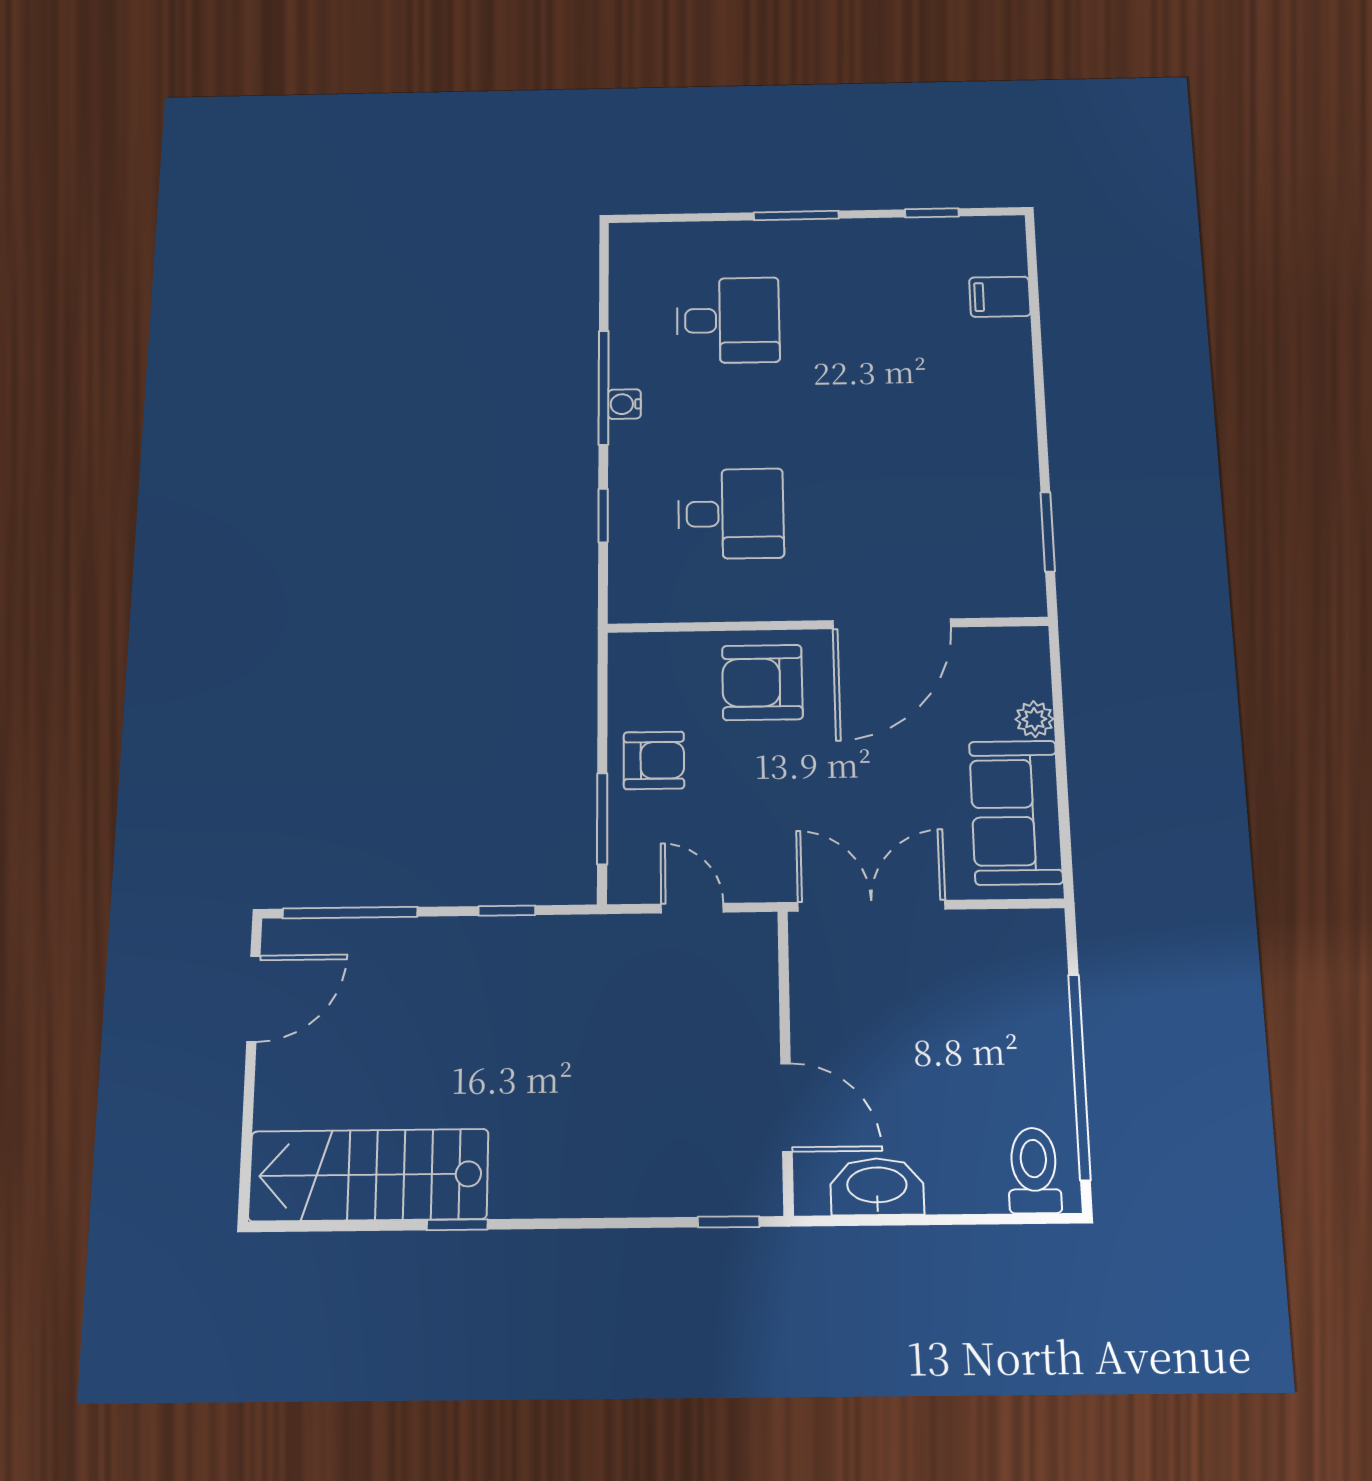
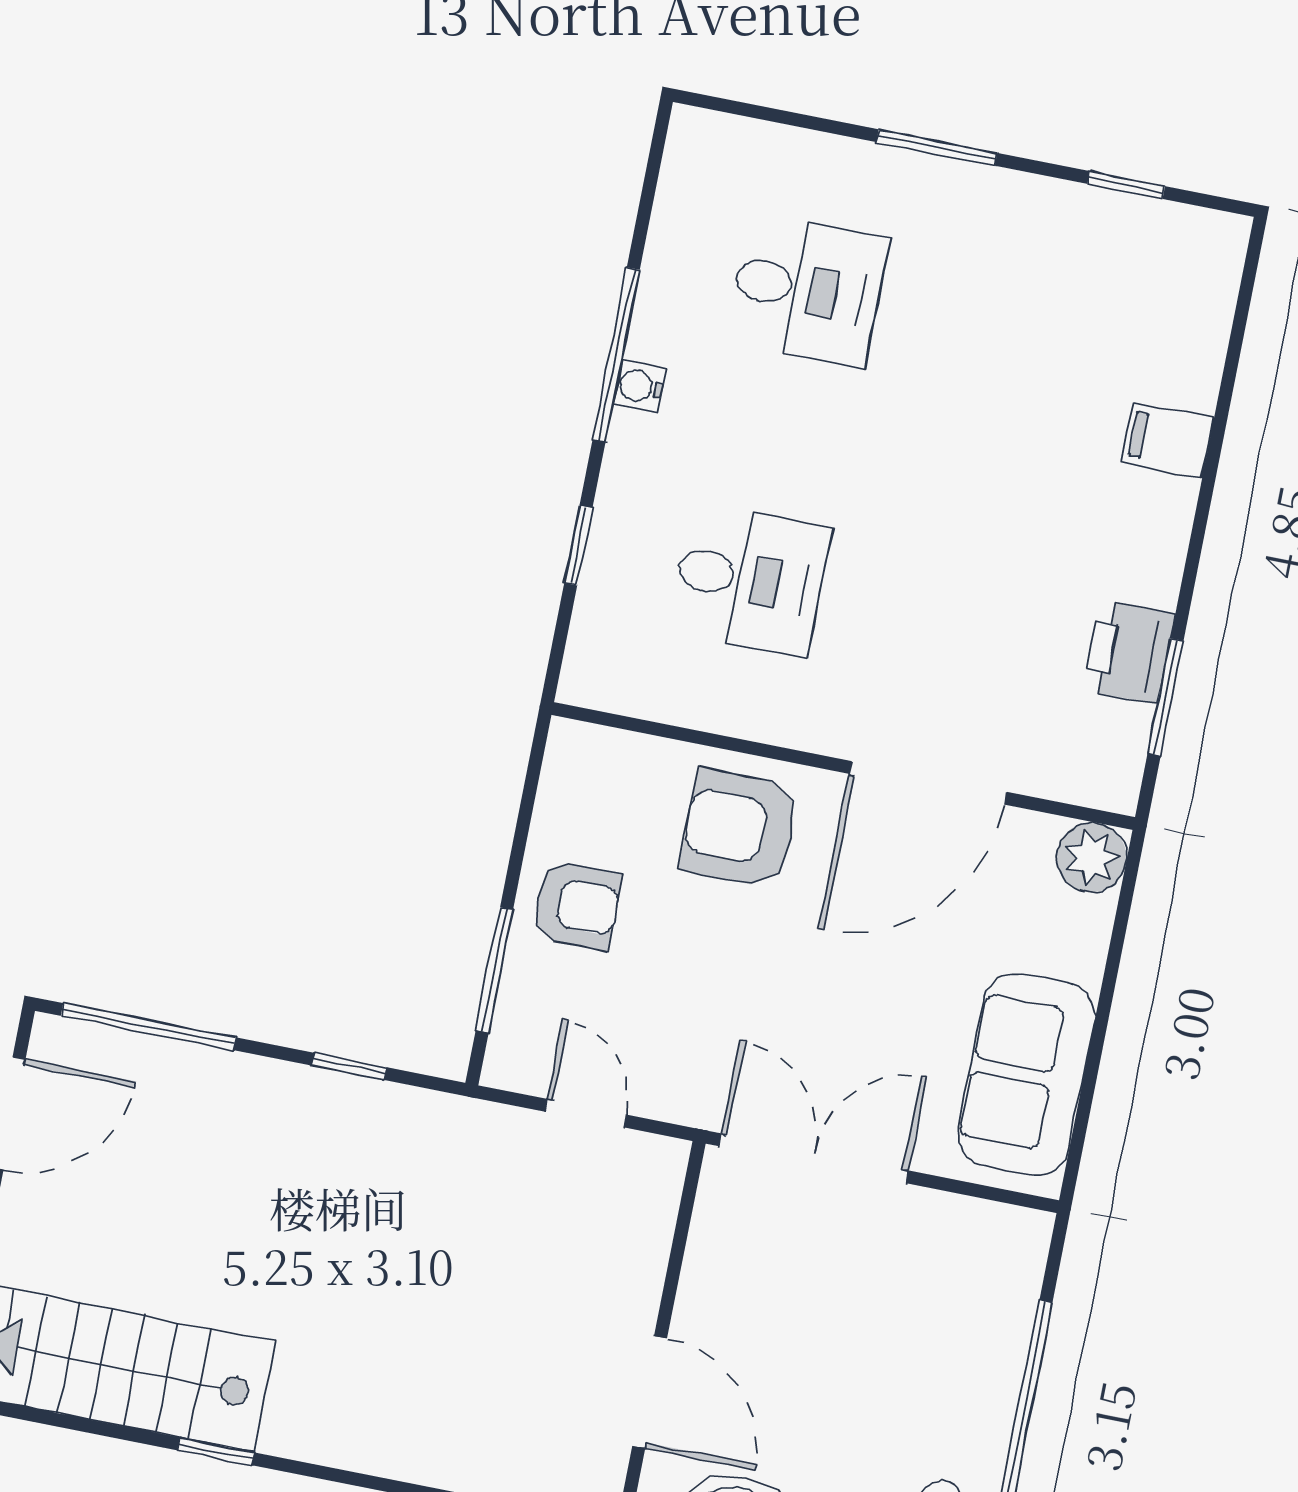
filing cabinet: (1000, 297) -> (1167, 440), moved
printer: (1014, 507) -> (1129, 652), added
plant: (1034, 719) -> (1091, 857), moved, width x1.38, depth x1.38

